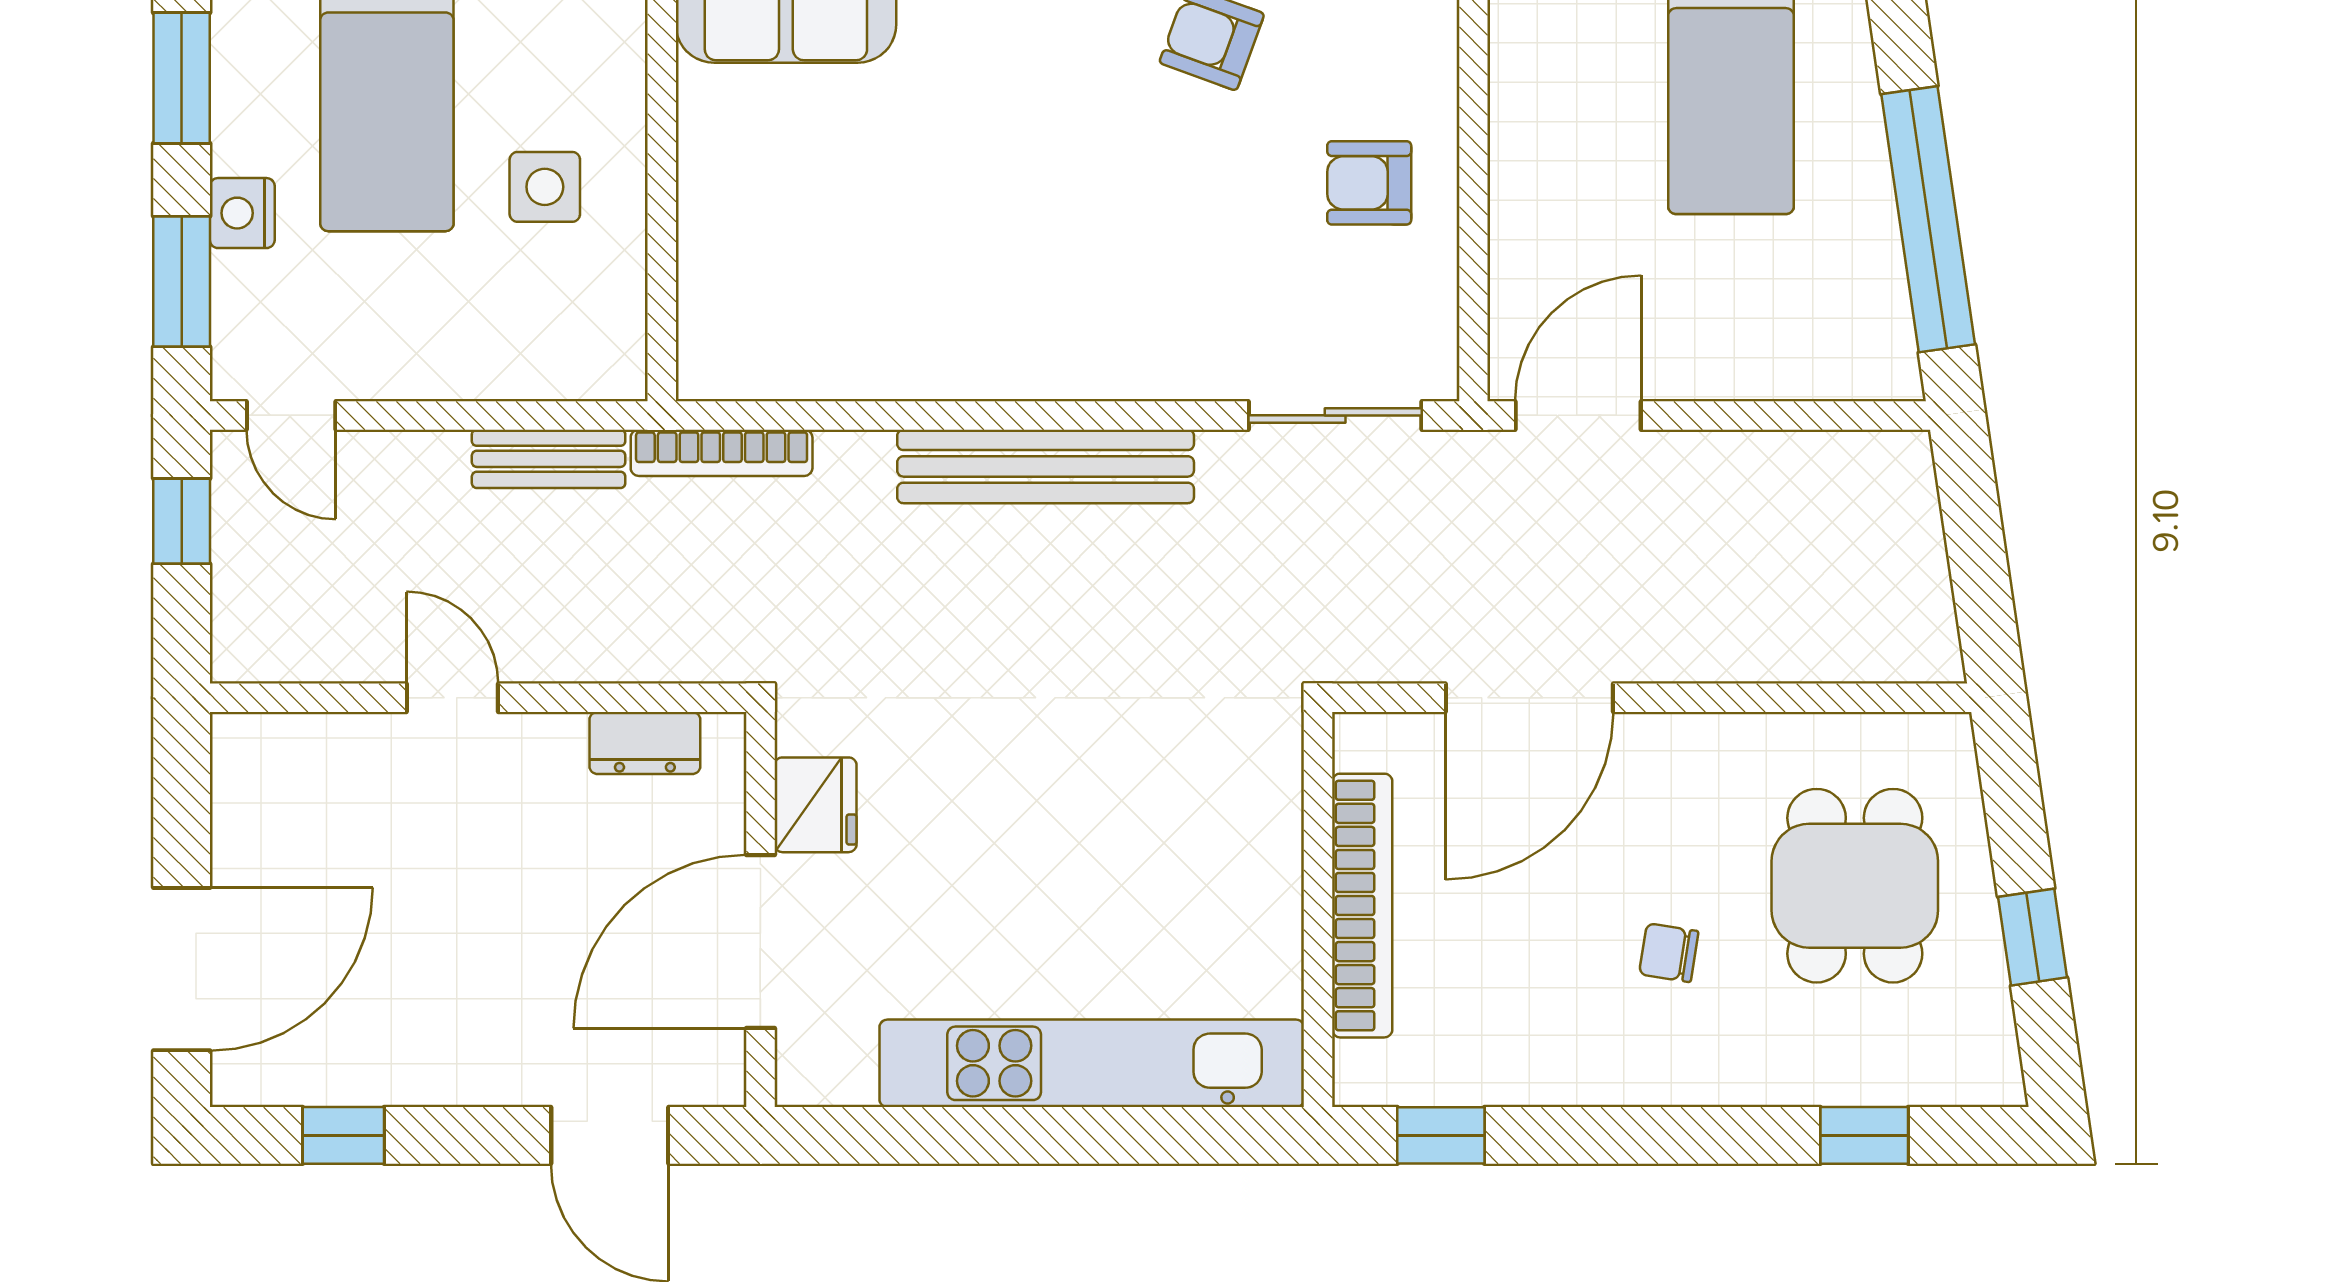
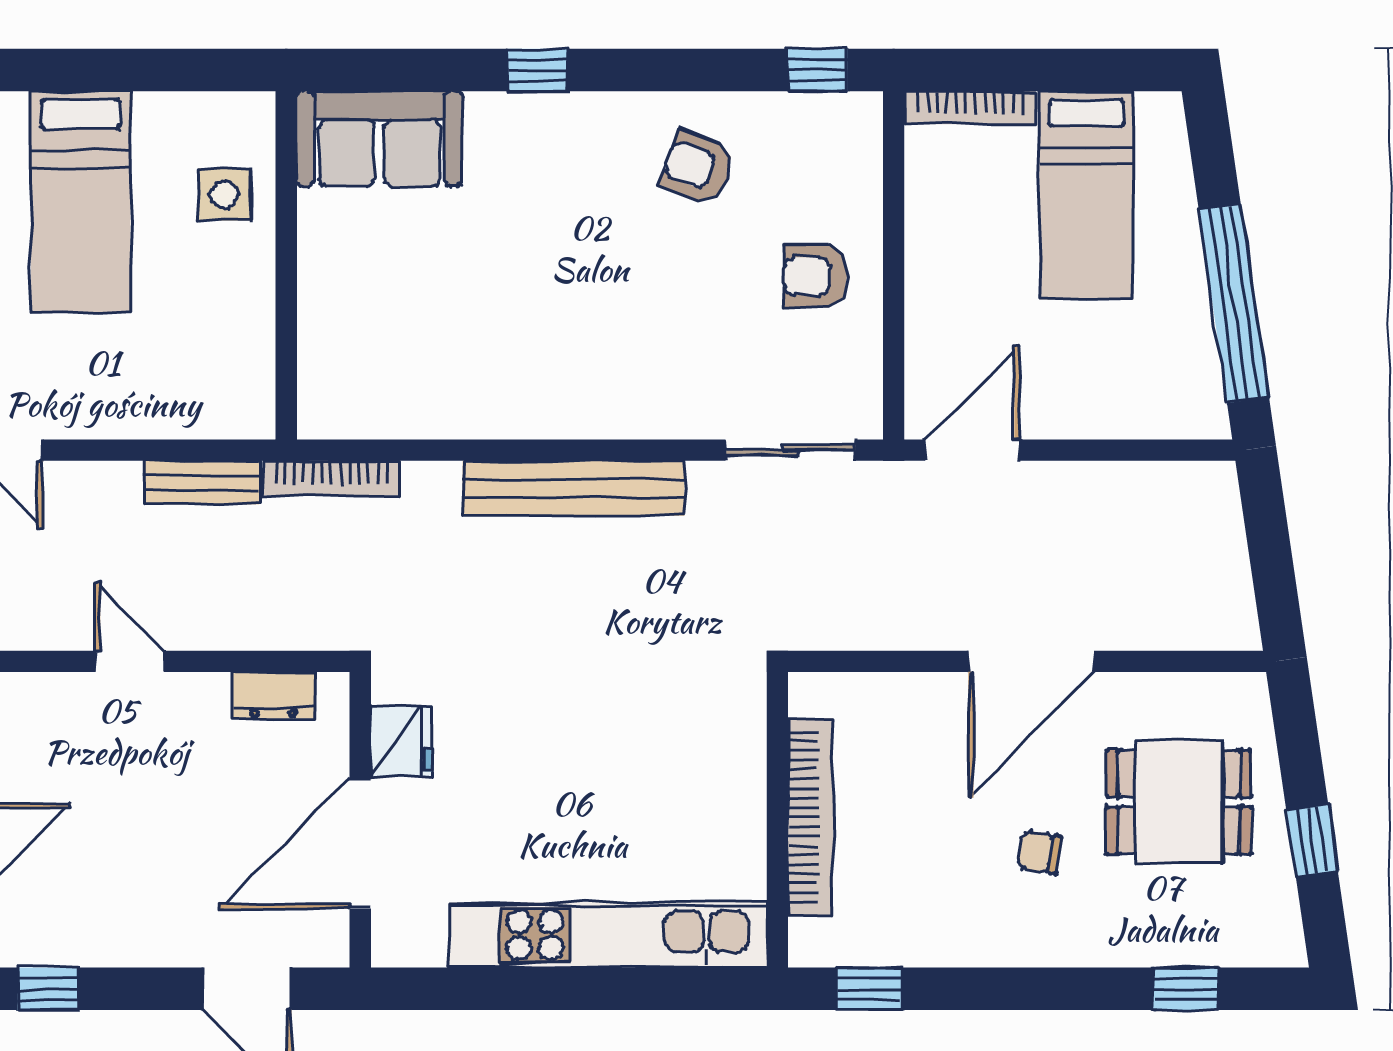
side table: (545, 187) -> (225, 194), moved
door: (1529, 698) -> (1031, 661), moved
dining table: (1855, 886) -> (1179, 802), turned 90

